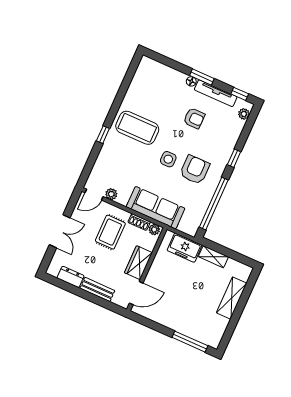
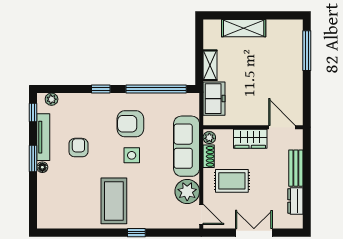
plant: (111, 194) -> (187, 191), width x1.87, depth x1.87

